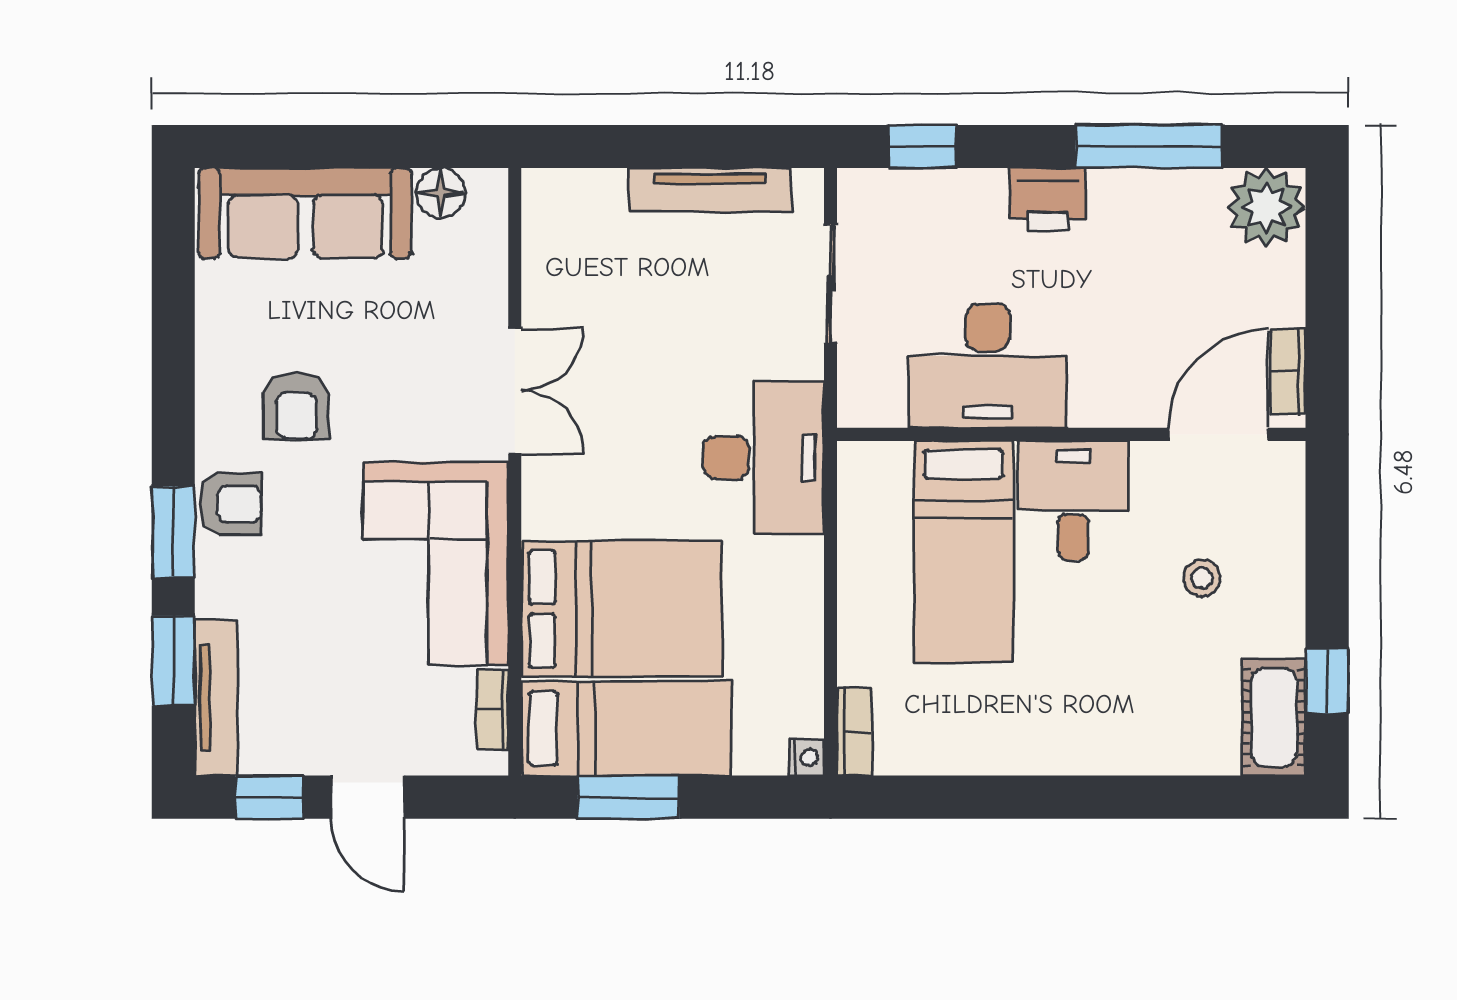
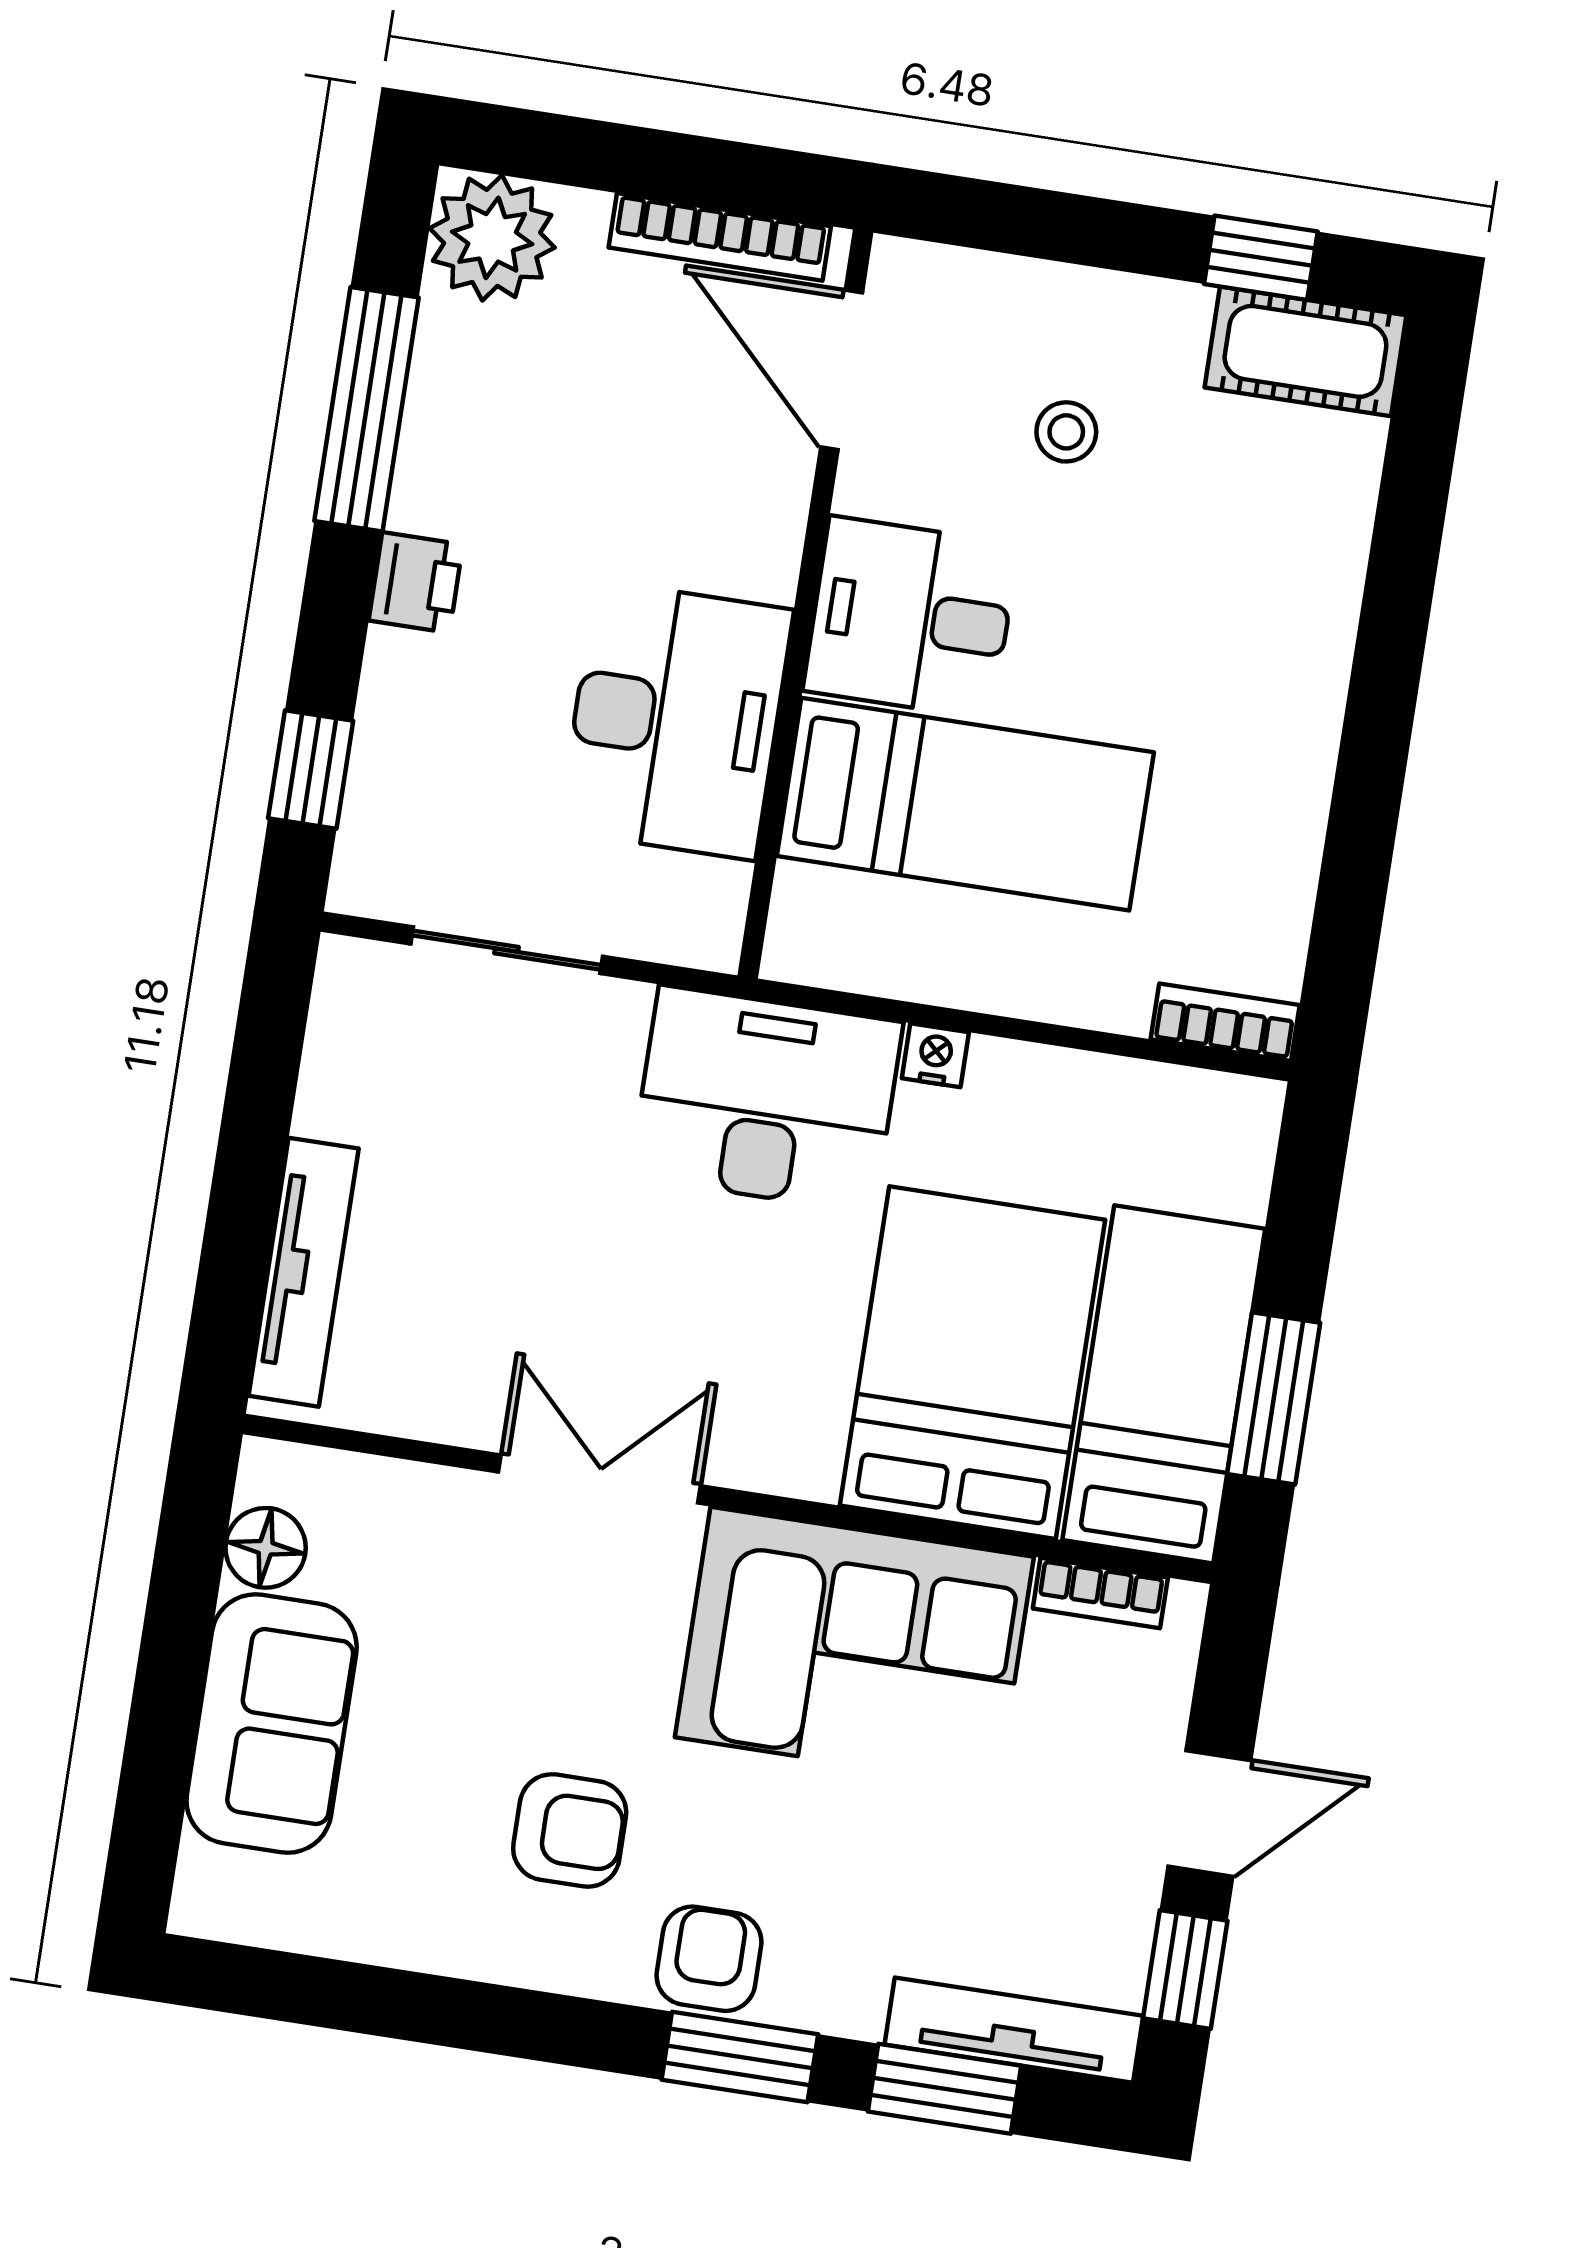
tv unit: (710, 190) -> (304, 1272), moved
printer: (1047, 199) -> (416, 583), width x0.73, depth x0.81
sofa: (305, 213) -> (272, 1724), width x0.73
bookcase: (1288, 371) -> (720, 237), width x1.56
nightstand: (807, 757) -> (935, 1055), moved

